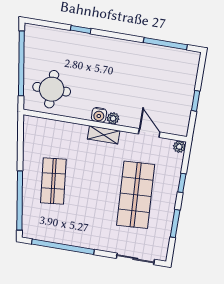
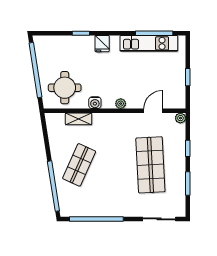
fridge: (103, 46) -> (102, 44), added
kitchen unit: (157, 54) -> (149, 43), added
water cooler: (99, 115) -> (95, 103), moved
door: (149, 133) -> (153, 111), hinge flipped
shelving: (104, 135) -> (79, 119), moved
shop shelf: (53, 181) -> (79, 165), turned 30

